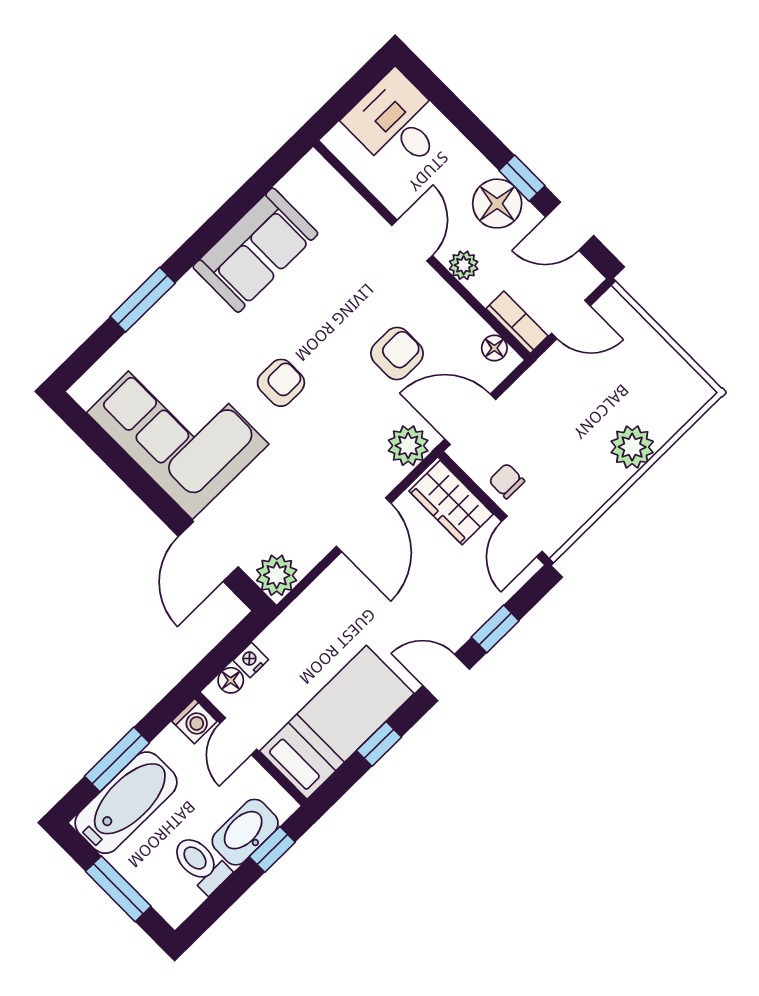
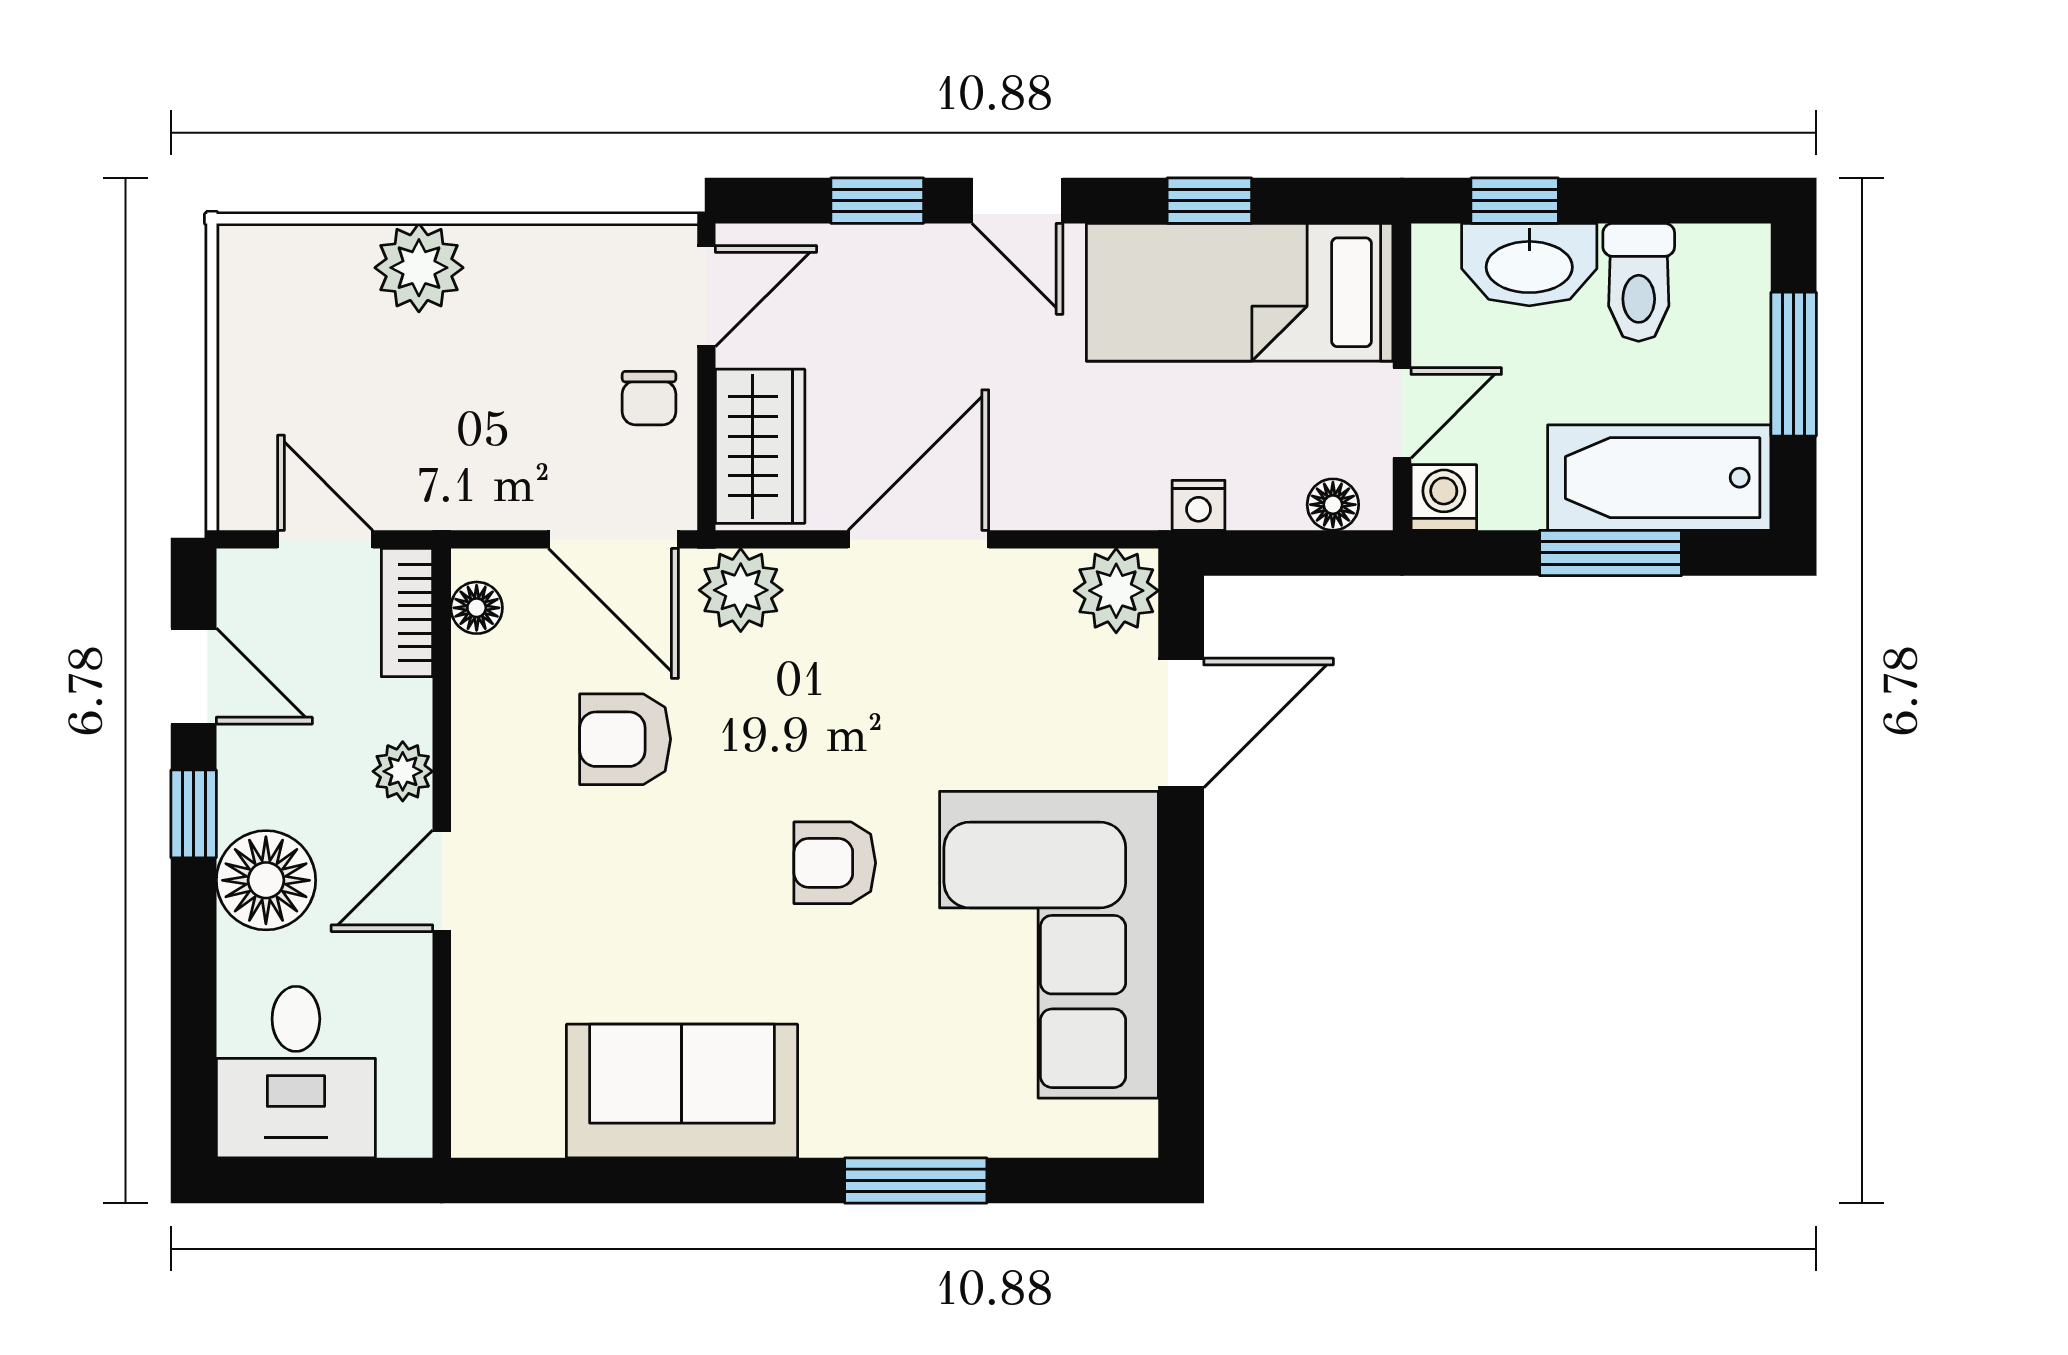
floor lamp: (497, 204) -> (266, 880), moved
nightstand: (251, 660) -> (1199, 505), moved

